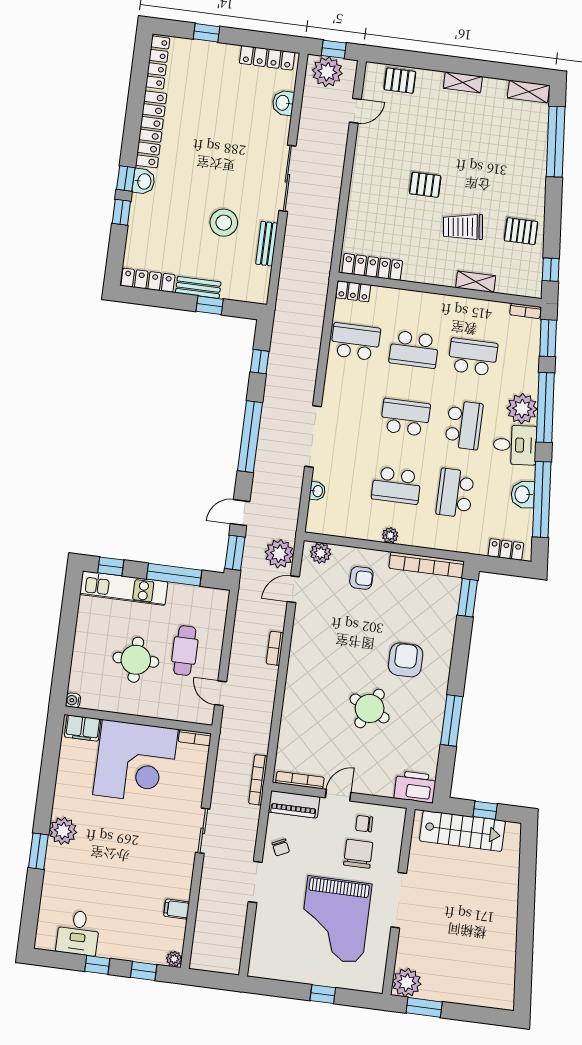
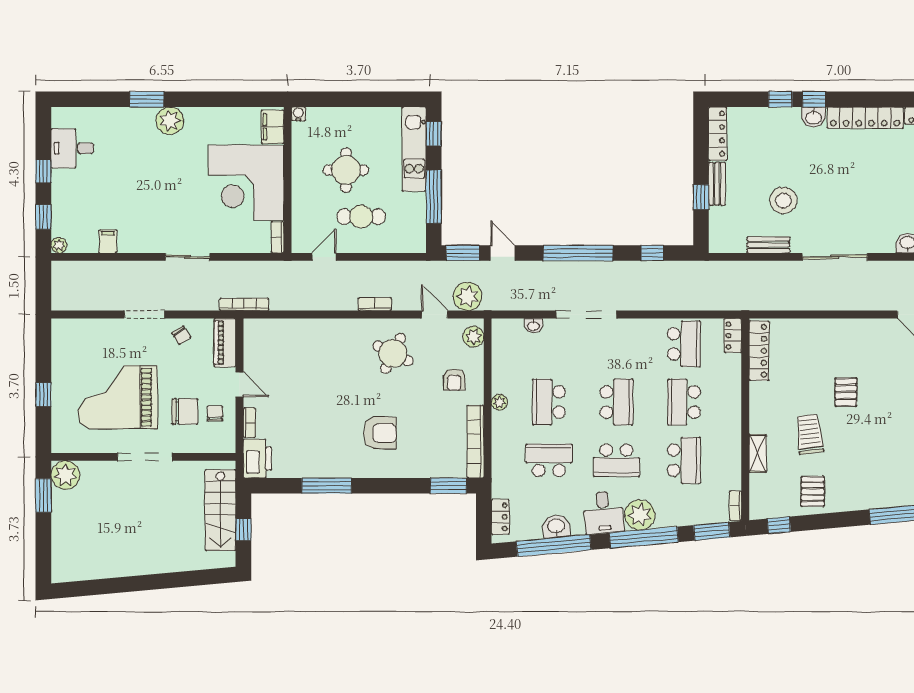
round table: (370, 708) -> (393, 353), moved
bookcase: (300, 780) -> (249, 423), moved, width x0.64
chair: (281, 847) -> (181, 335), turned -98

